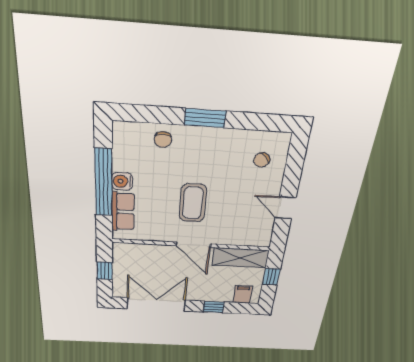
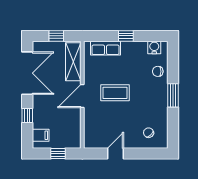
water cooler: (122, 181) -> (154, 47), moved
window: (104, 183) -> (126, 36), width x0.32
shelving: (240, 258) -> (73, 62), moved

